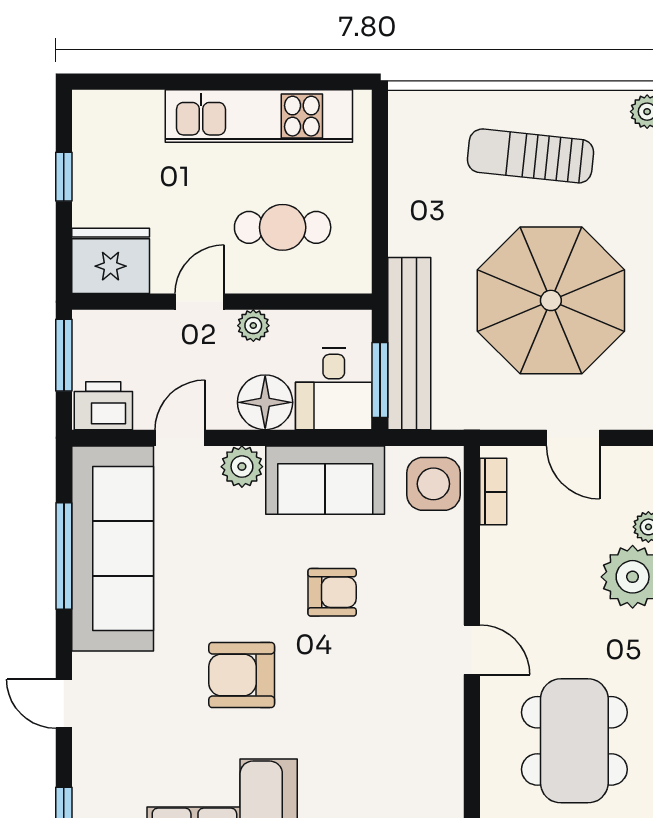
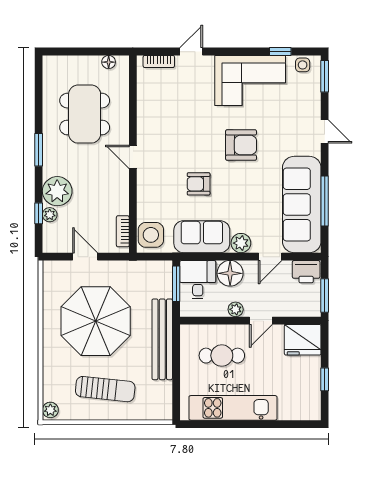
bench: (409, 344) -> (162, 339), moved

